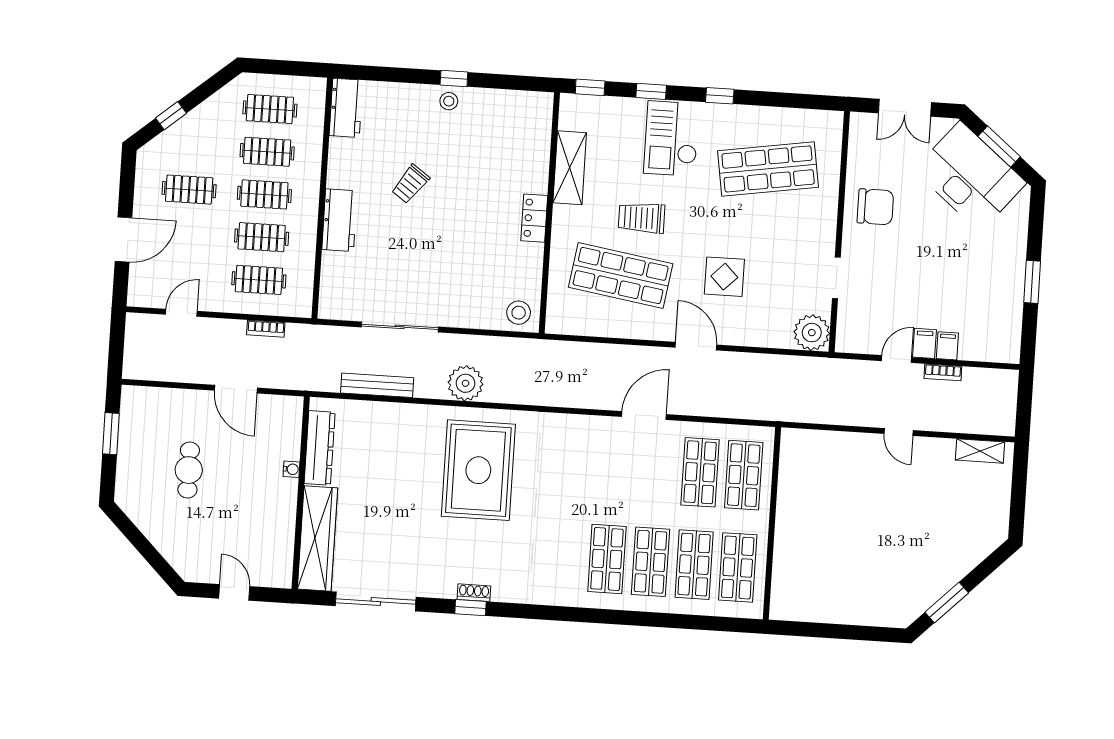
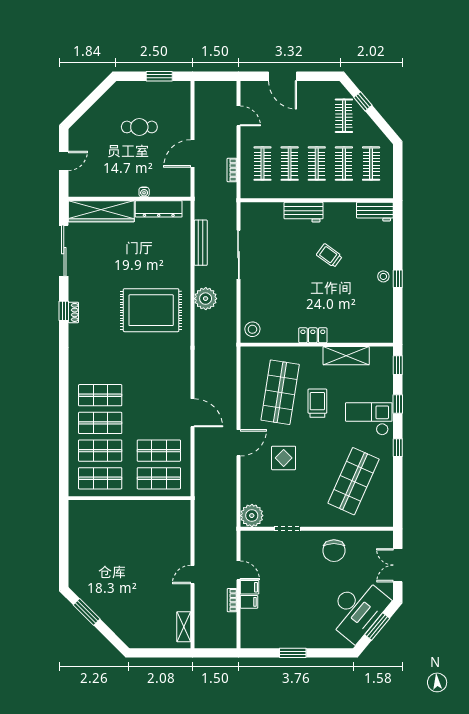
shop shelf: (768, 169) -> (354, 481), turned 33
clothes rail: (189, 190) -> (344, 116), moved

